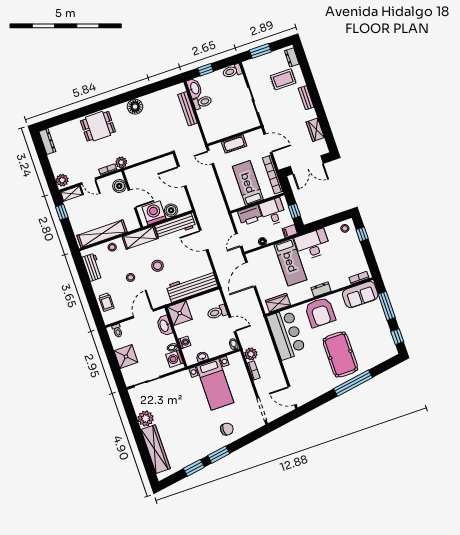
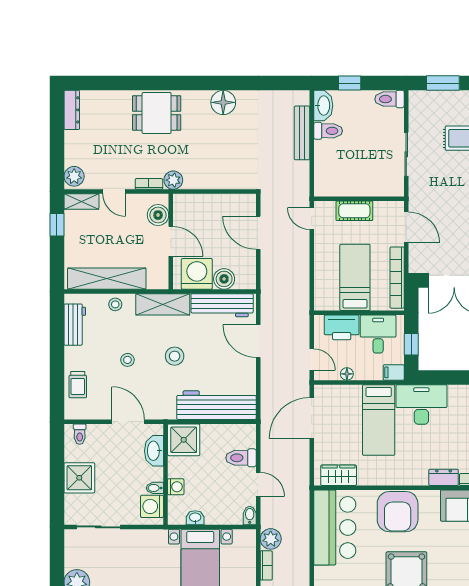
door: (239, 240) -> (312, 360), swing flipped
dresser: (321, 289) -> (444, 477), moved
door: (143, 314) -> (128, 422), hinge flipped

